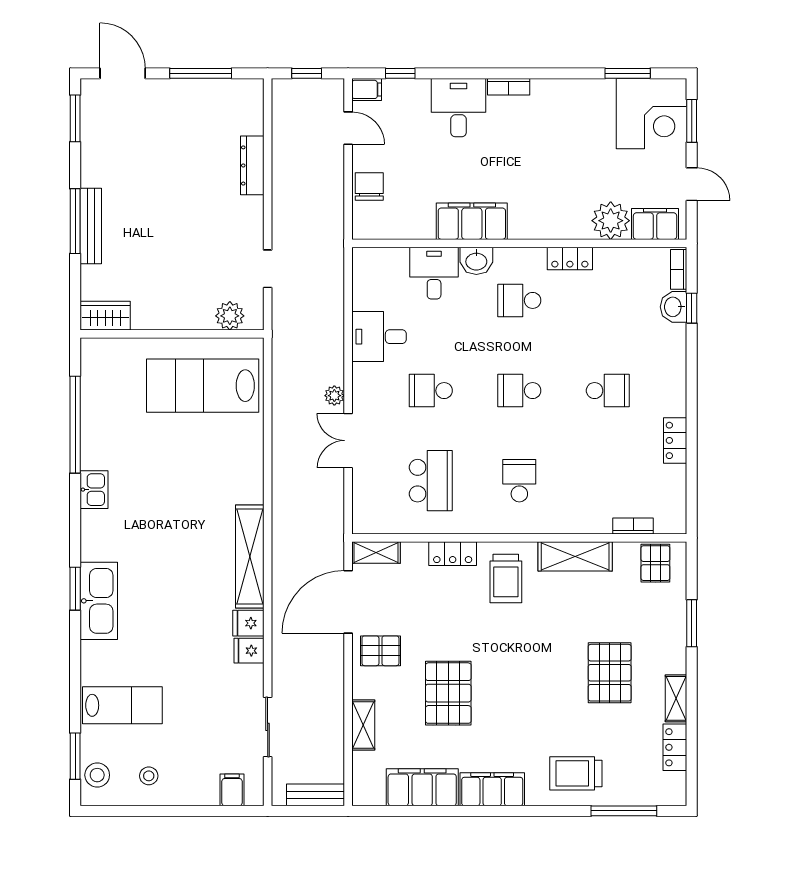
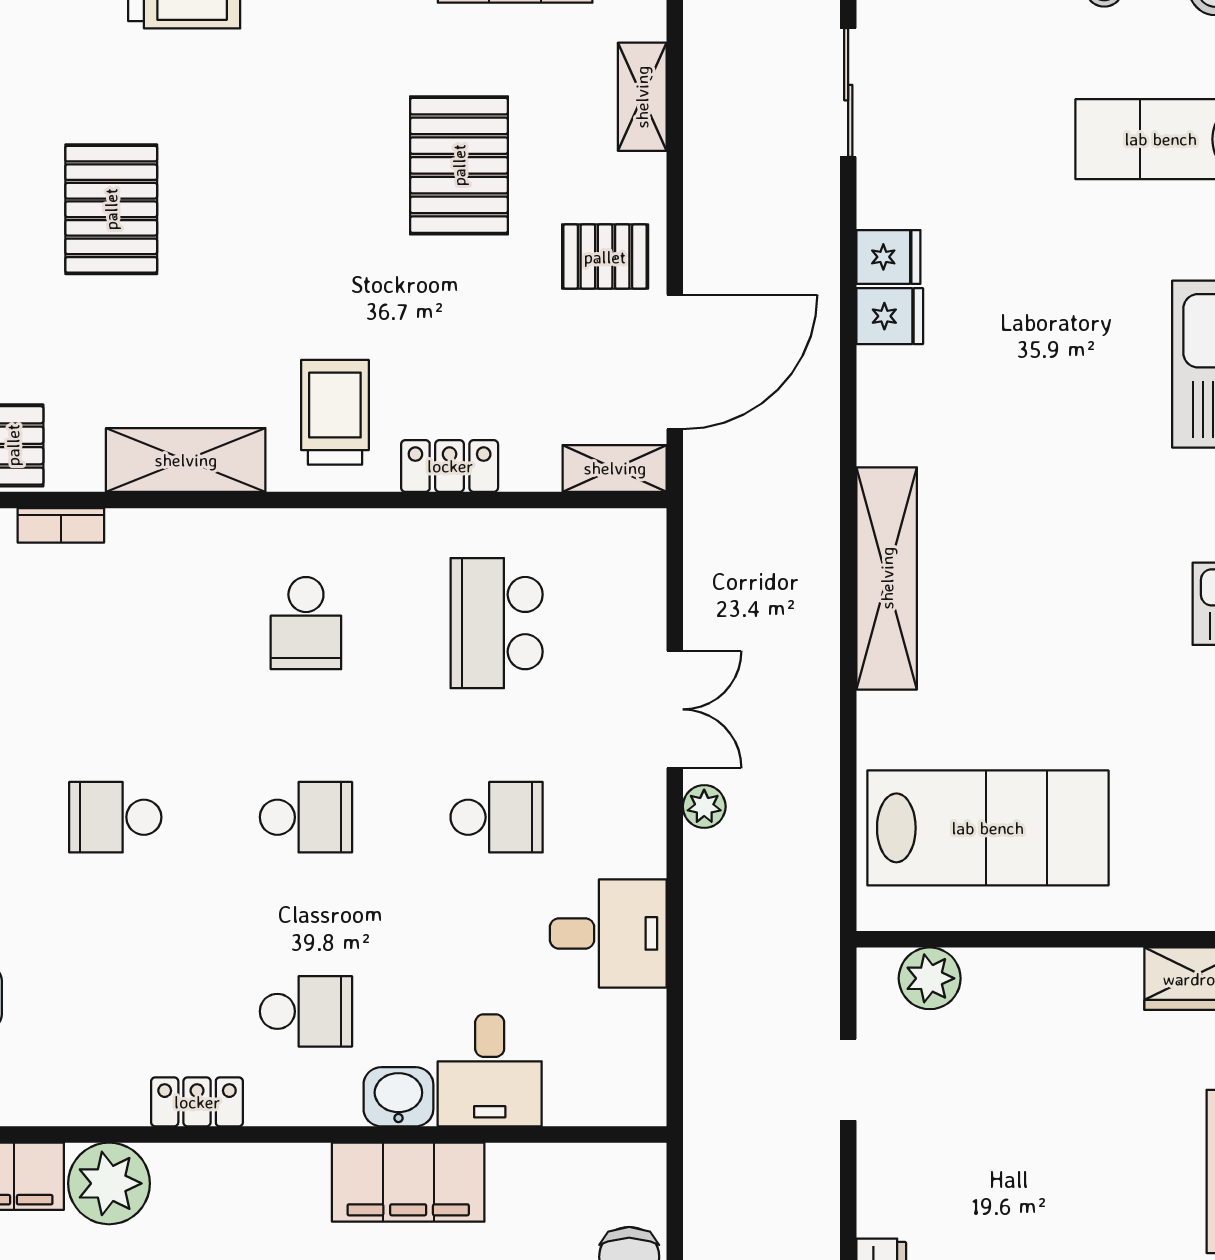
shelving: (250, 557) -> (887, 578), moved

